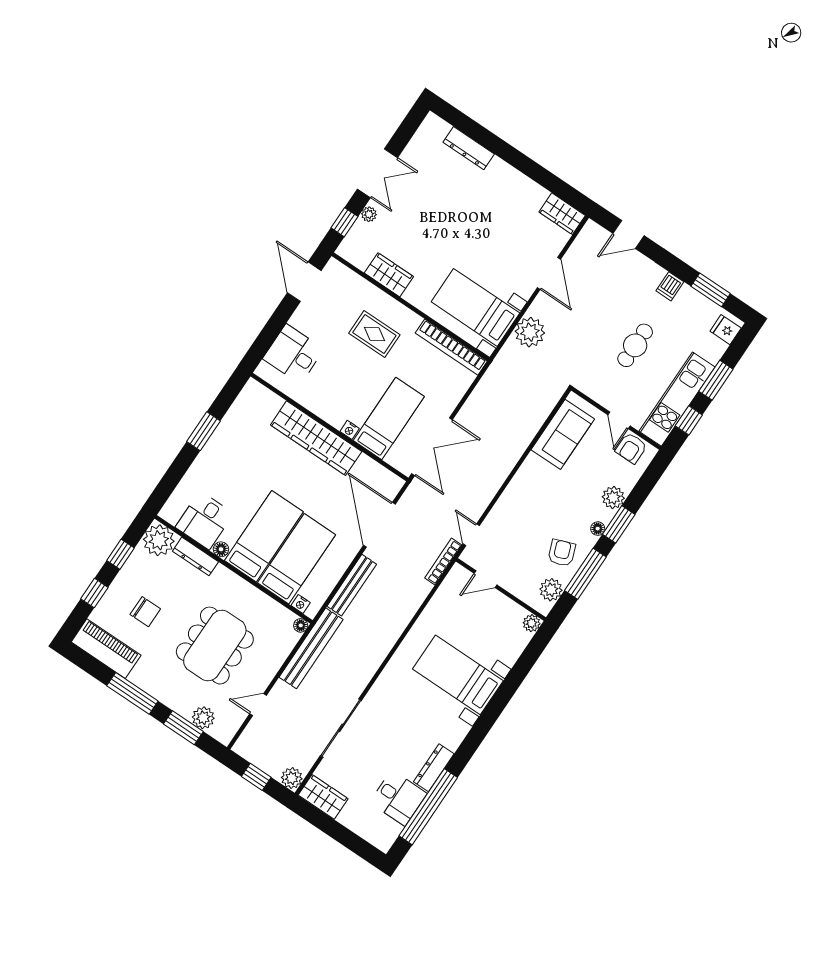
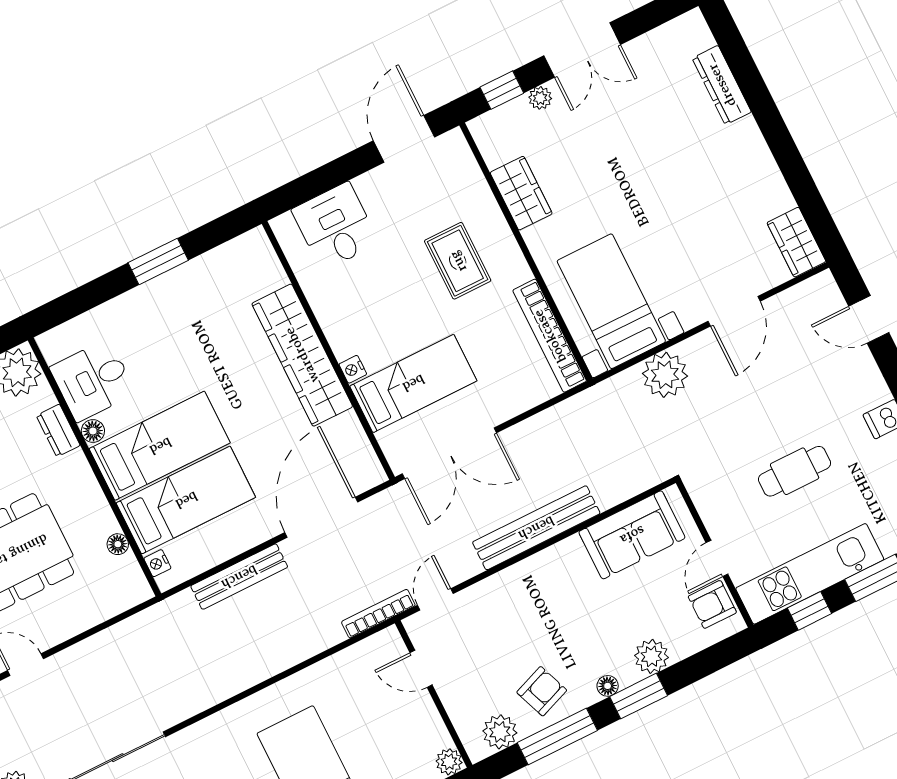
dresser: (195, 556) -> (58, 430), width x0.70
floor lamp: (301, 625) -> (118, 544), moved
bench: (311, 648) -> (536, 528), moved

